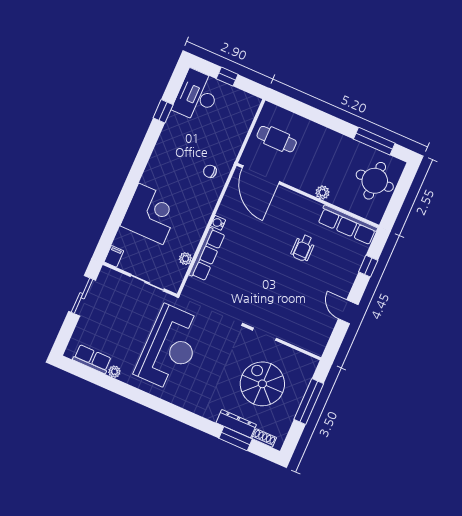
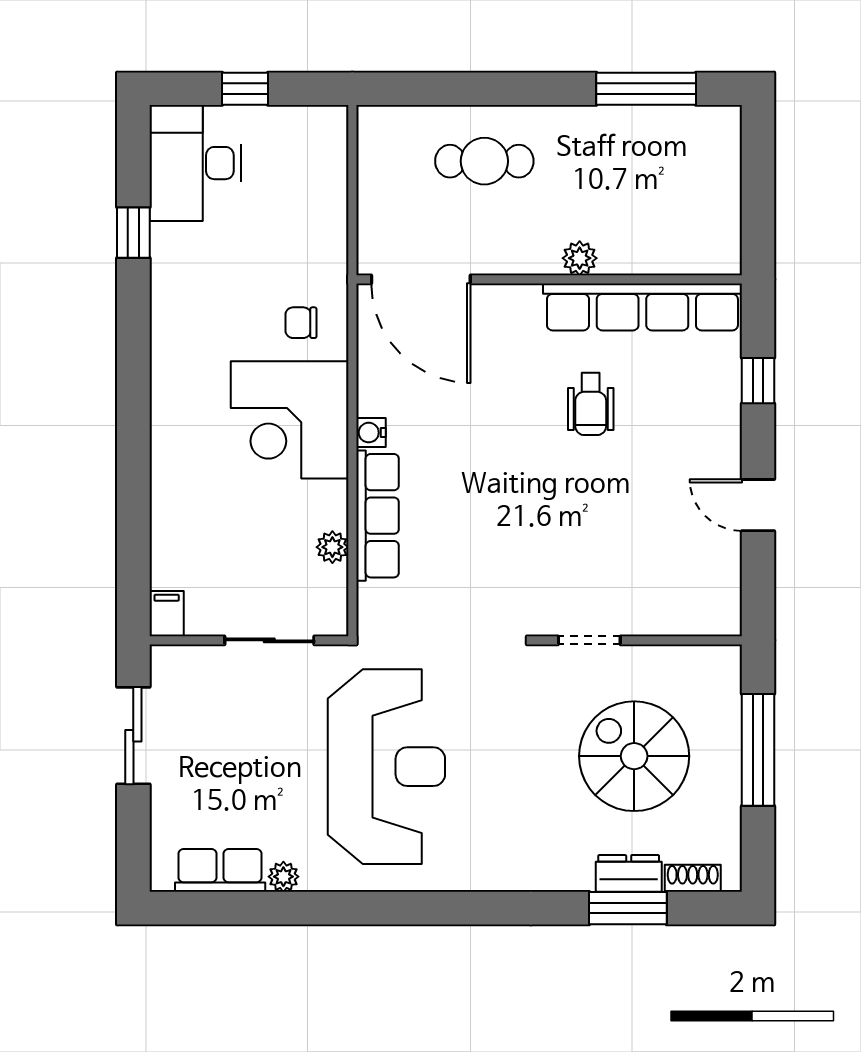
cafe table: (277, 139) -> (484, 161), moved
round table: (375, 181) -> (687, 179), removed
corner desk: (151, 214) -> (290, 420), moved, turned 180
row of seats: (347, 225) -> (642, 307), width x1.36
dresser: (236, 424) -> (629, 873), width x0.70

